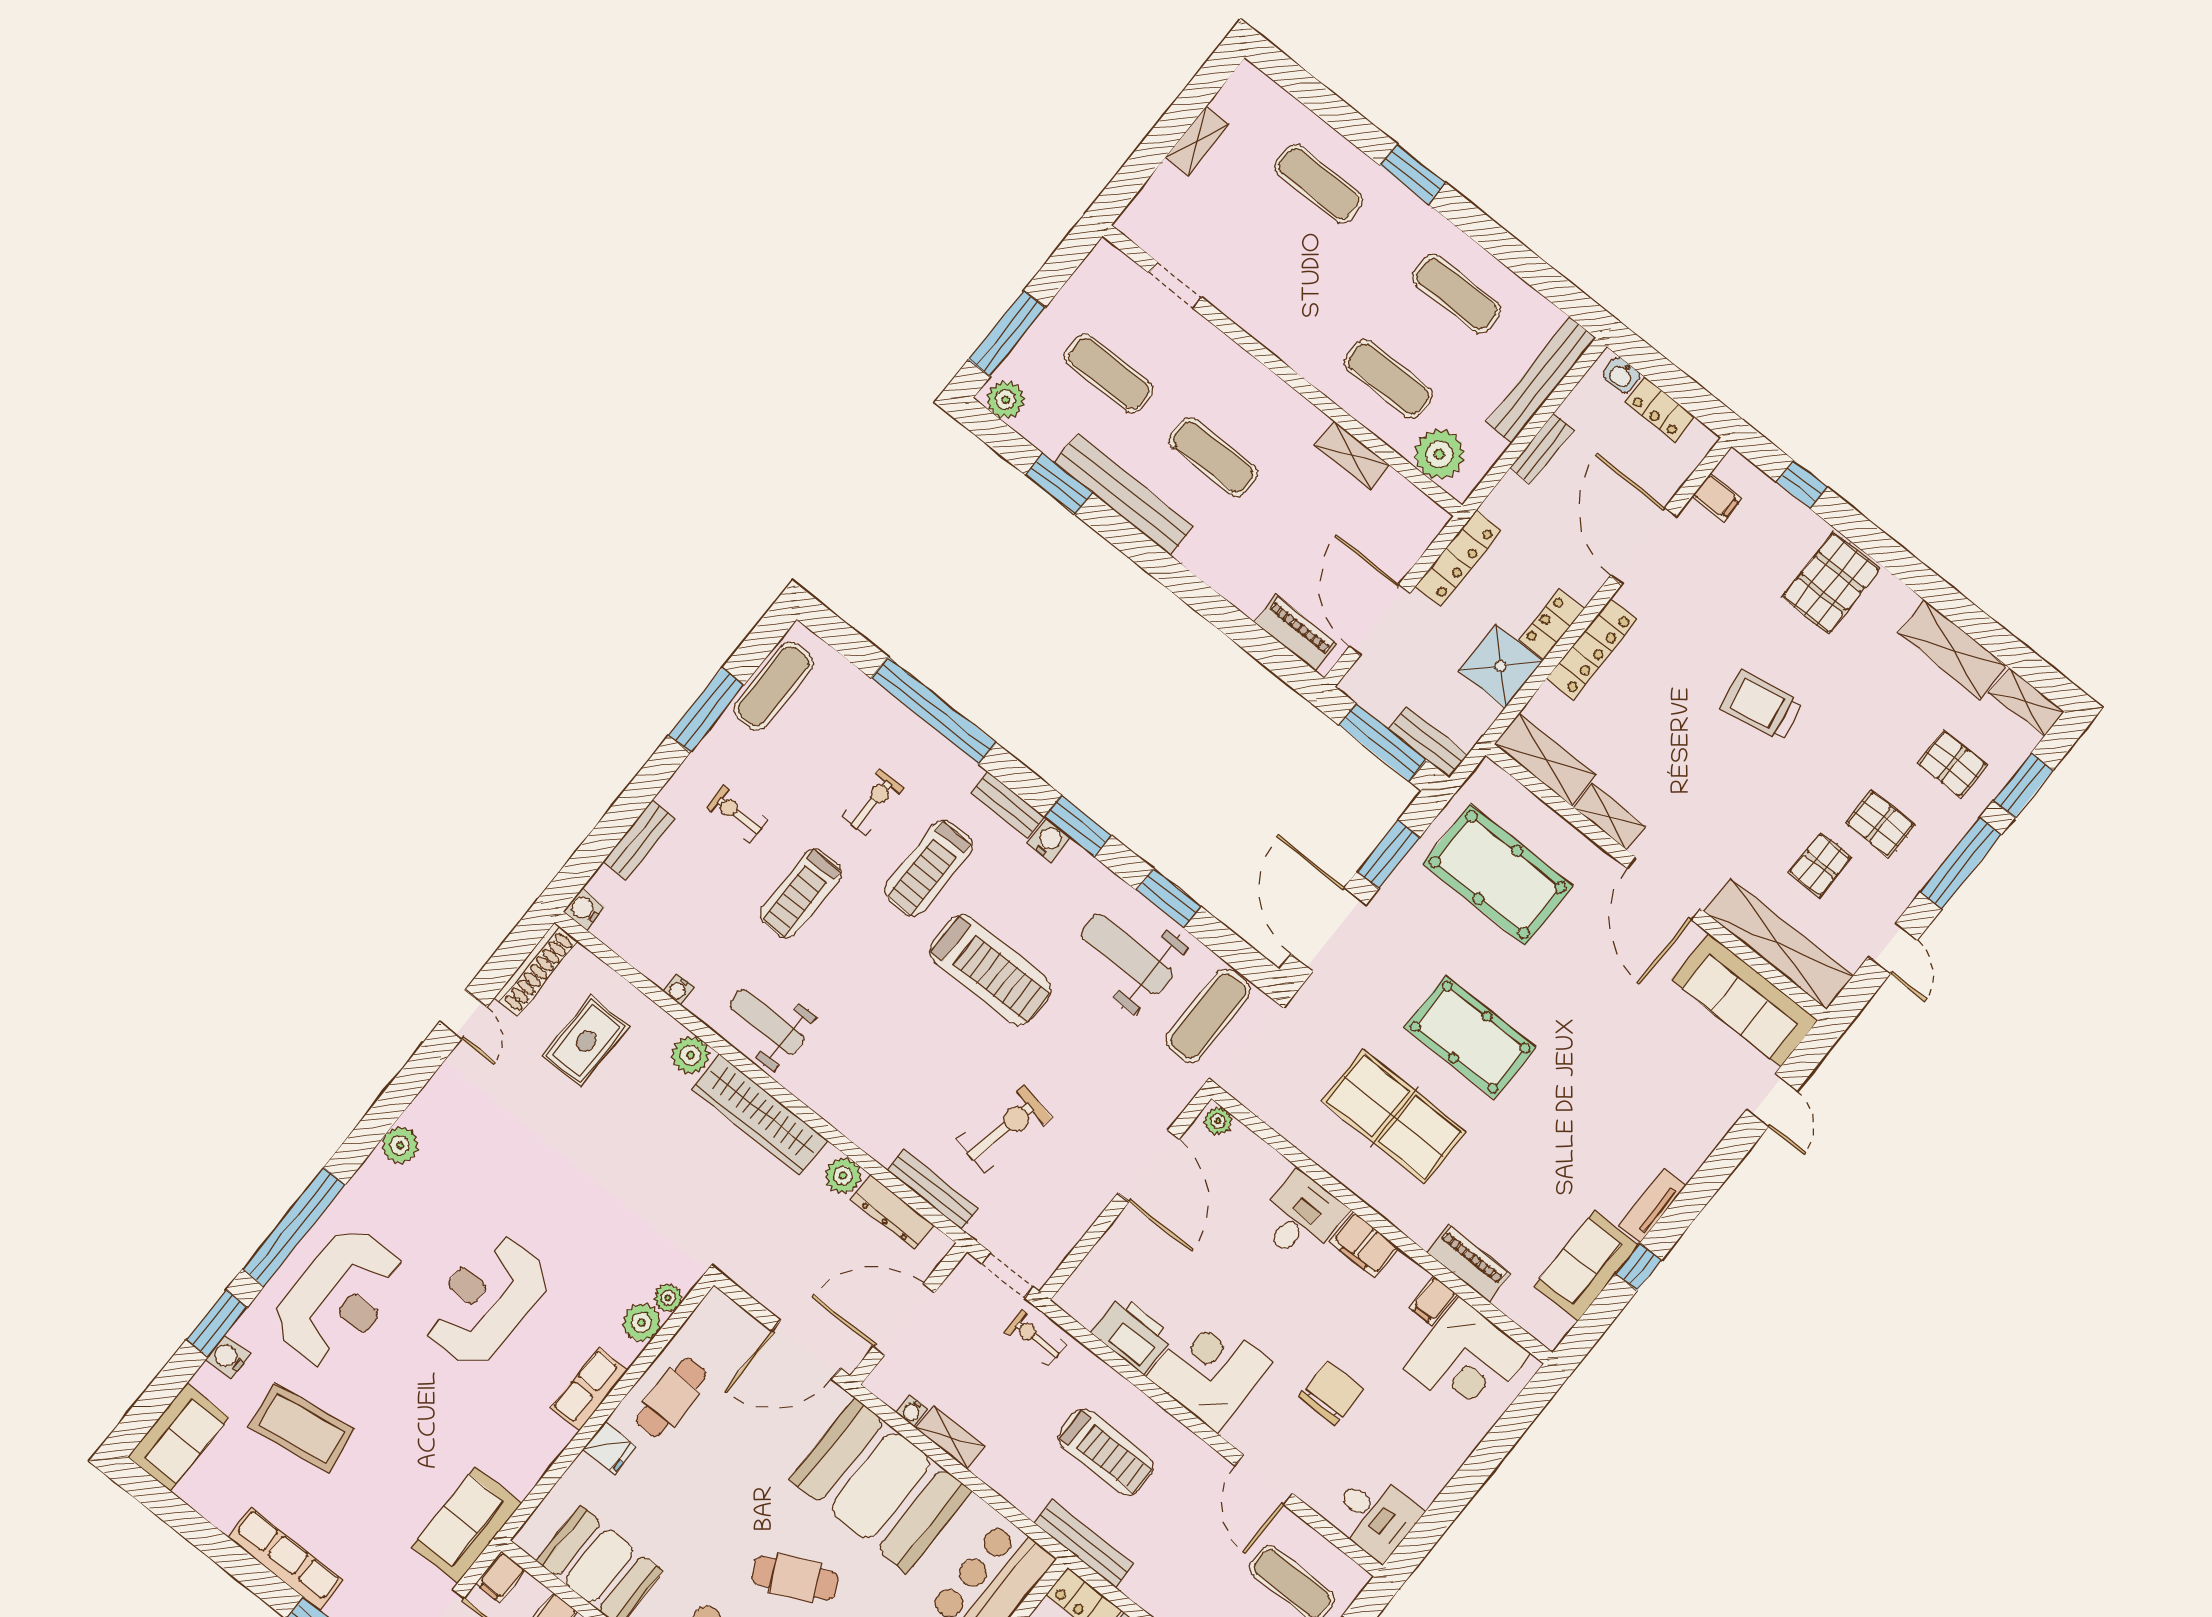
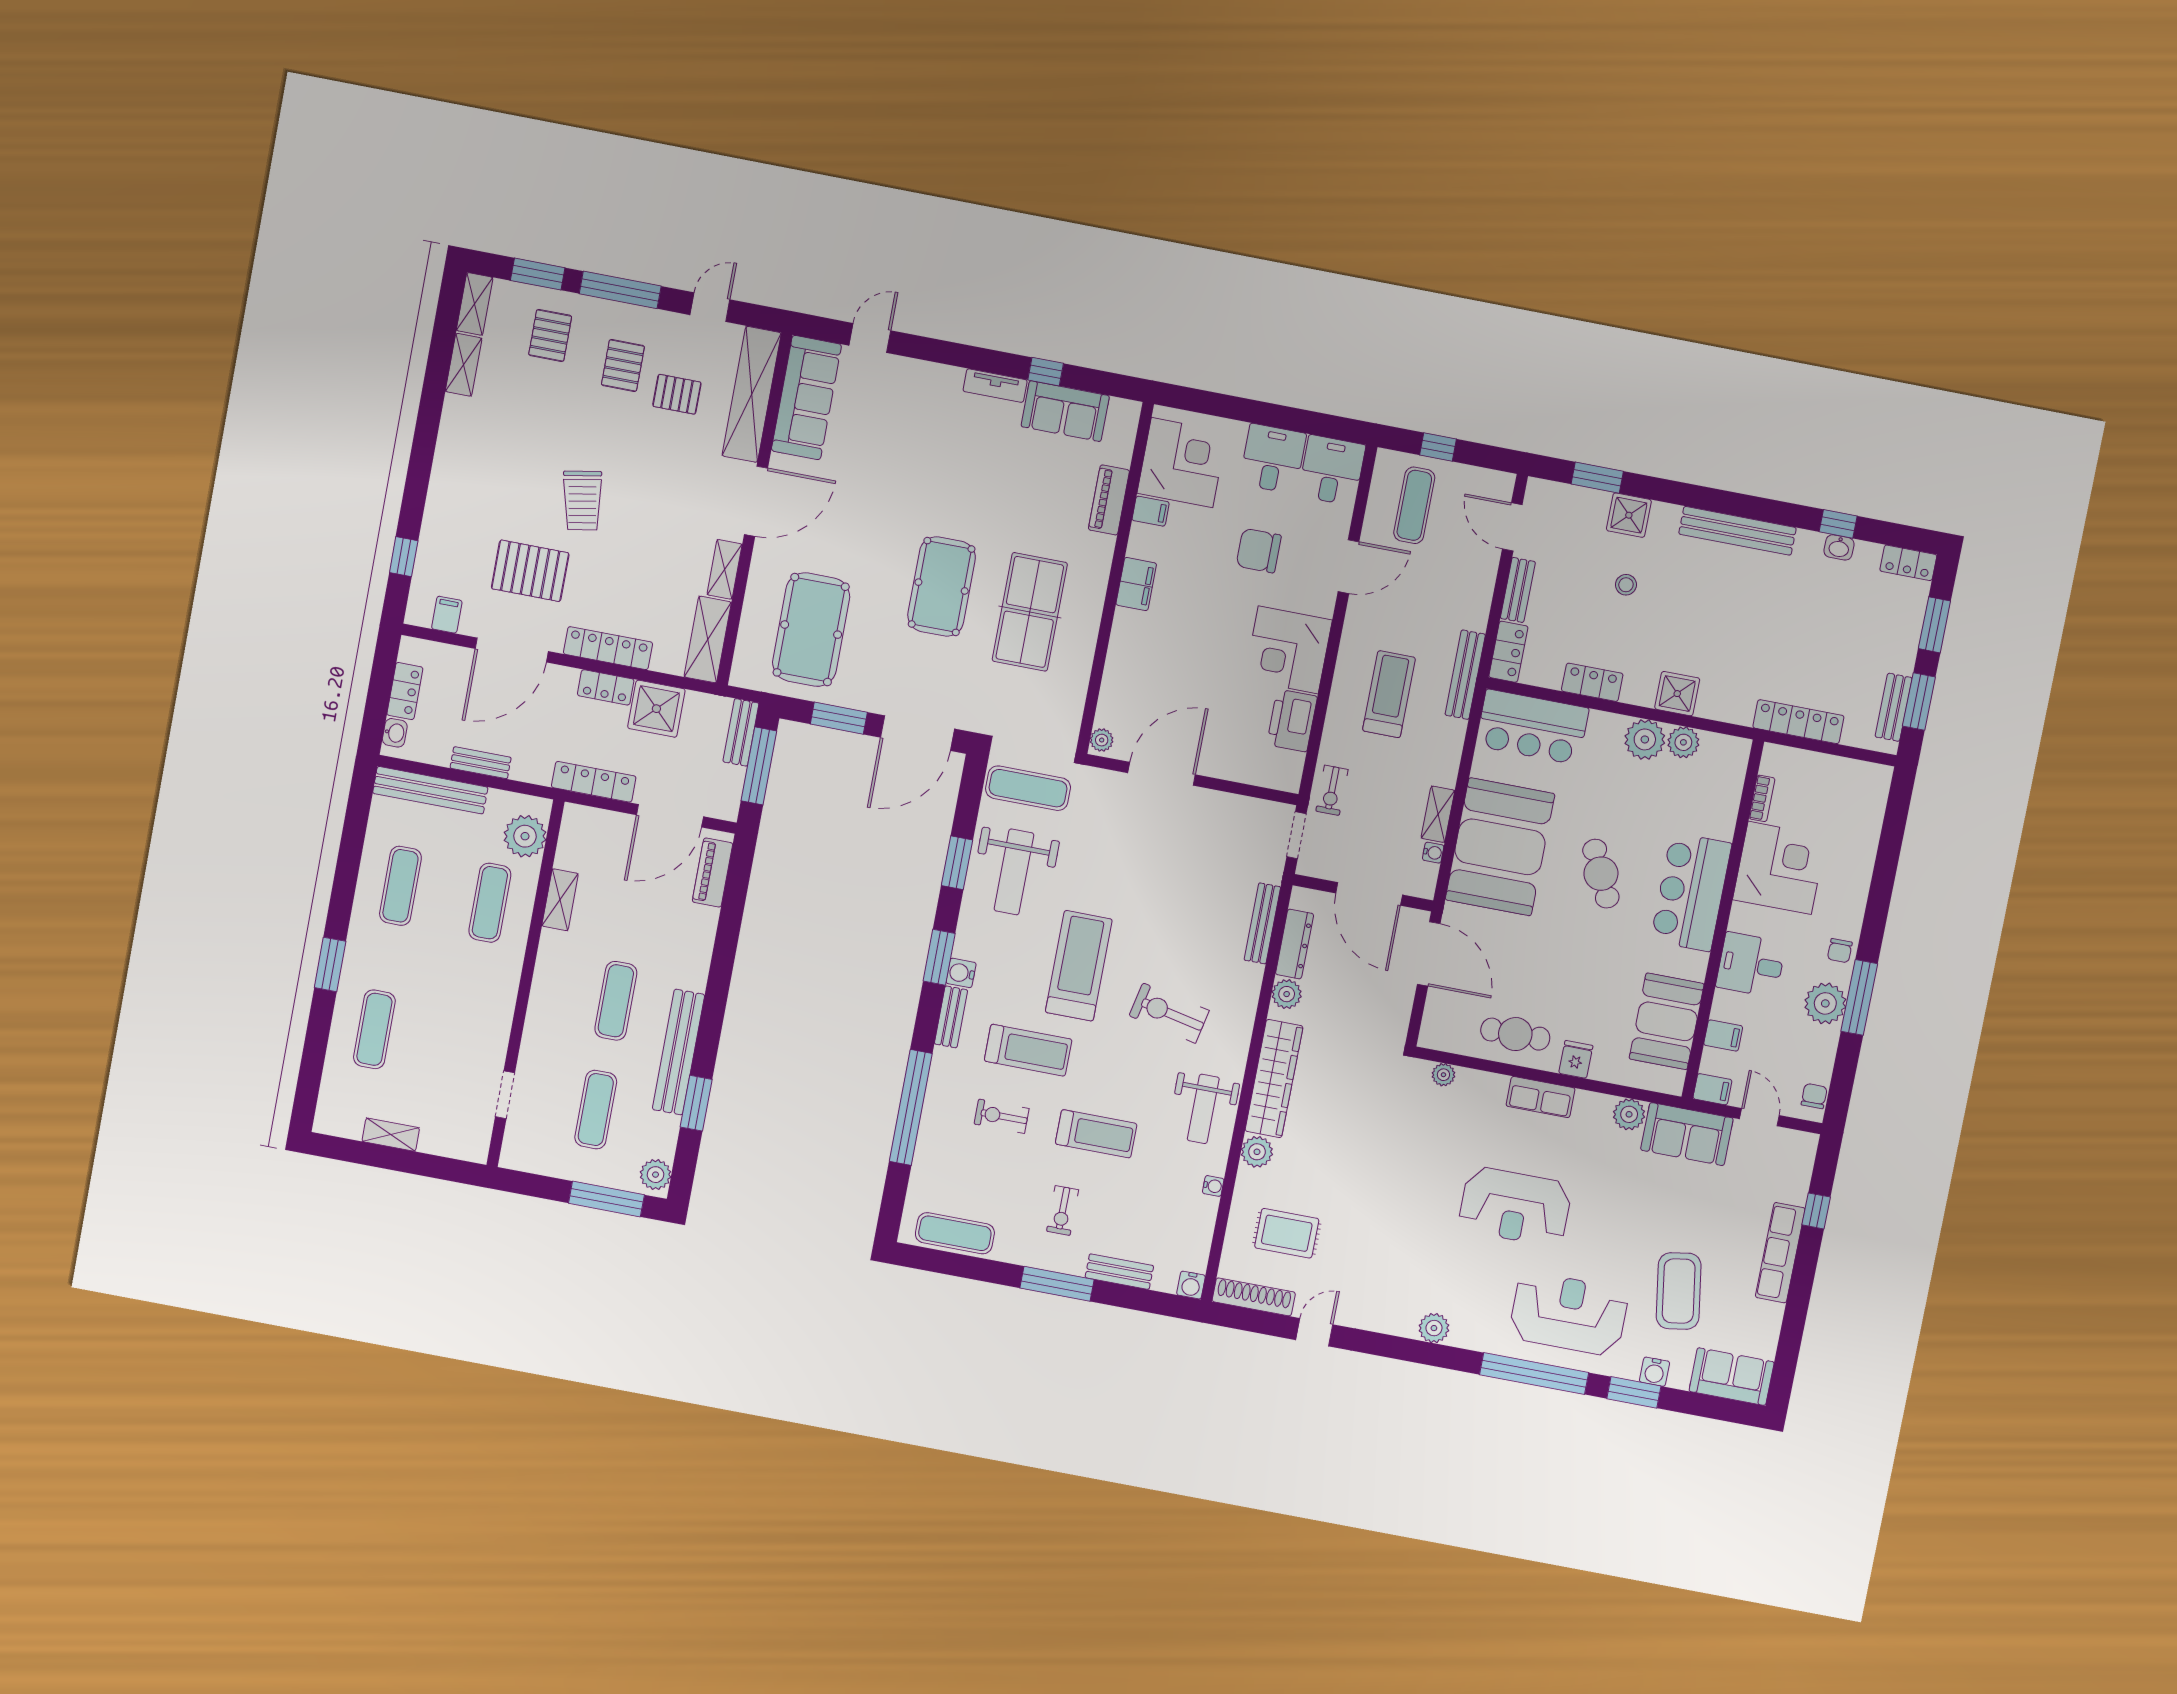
pallet: (1831, 583) -> (530, 571), moved
shelving: (1952, 649) -> (464, 365), width x0.67, depth x0.75
window: (706, 710) -> (1057, 1284), moved
exercise bike: (1004, 1129) -> (1169, 1013), moved
desk: (1301, 1217) -> (1273, 459), moved, turned 90
plant: (641, 1323) -> (1629, 1114), moved

